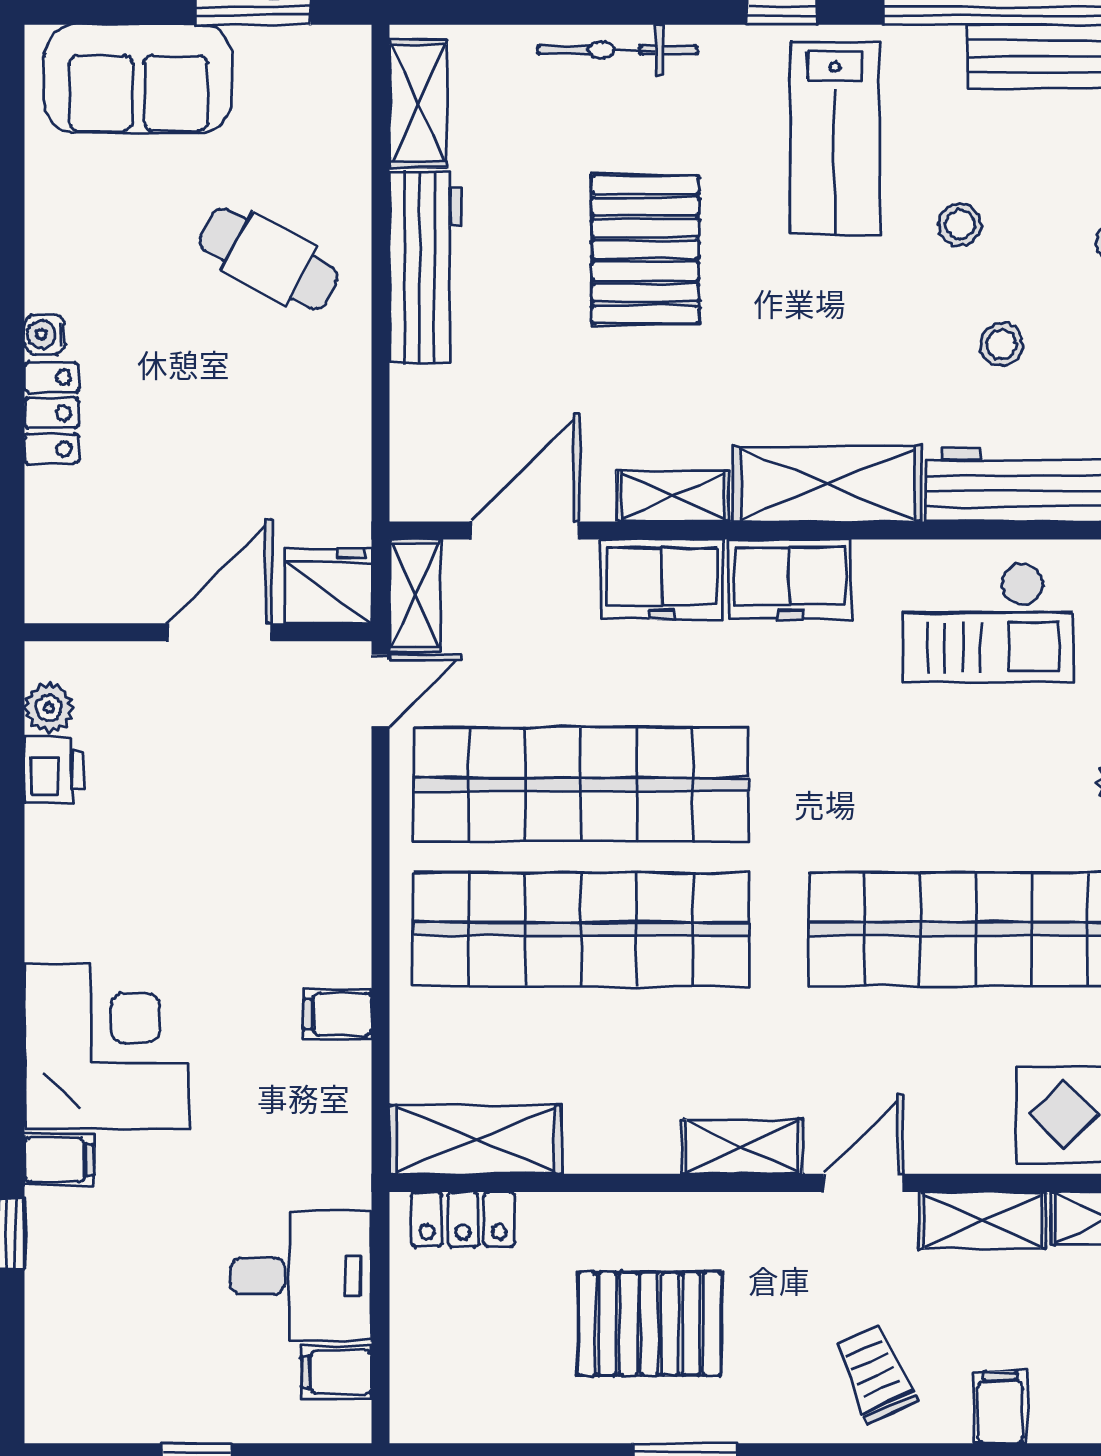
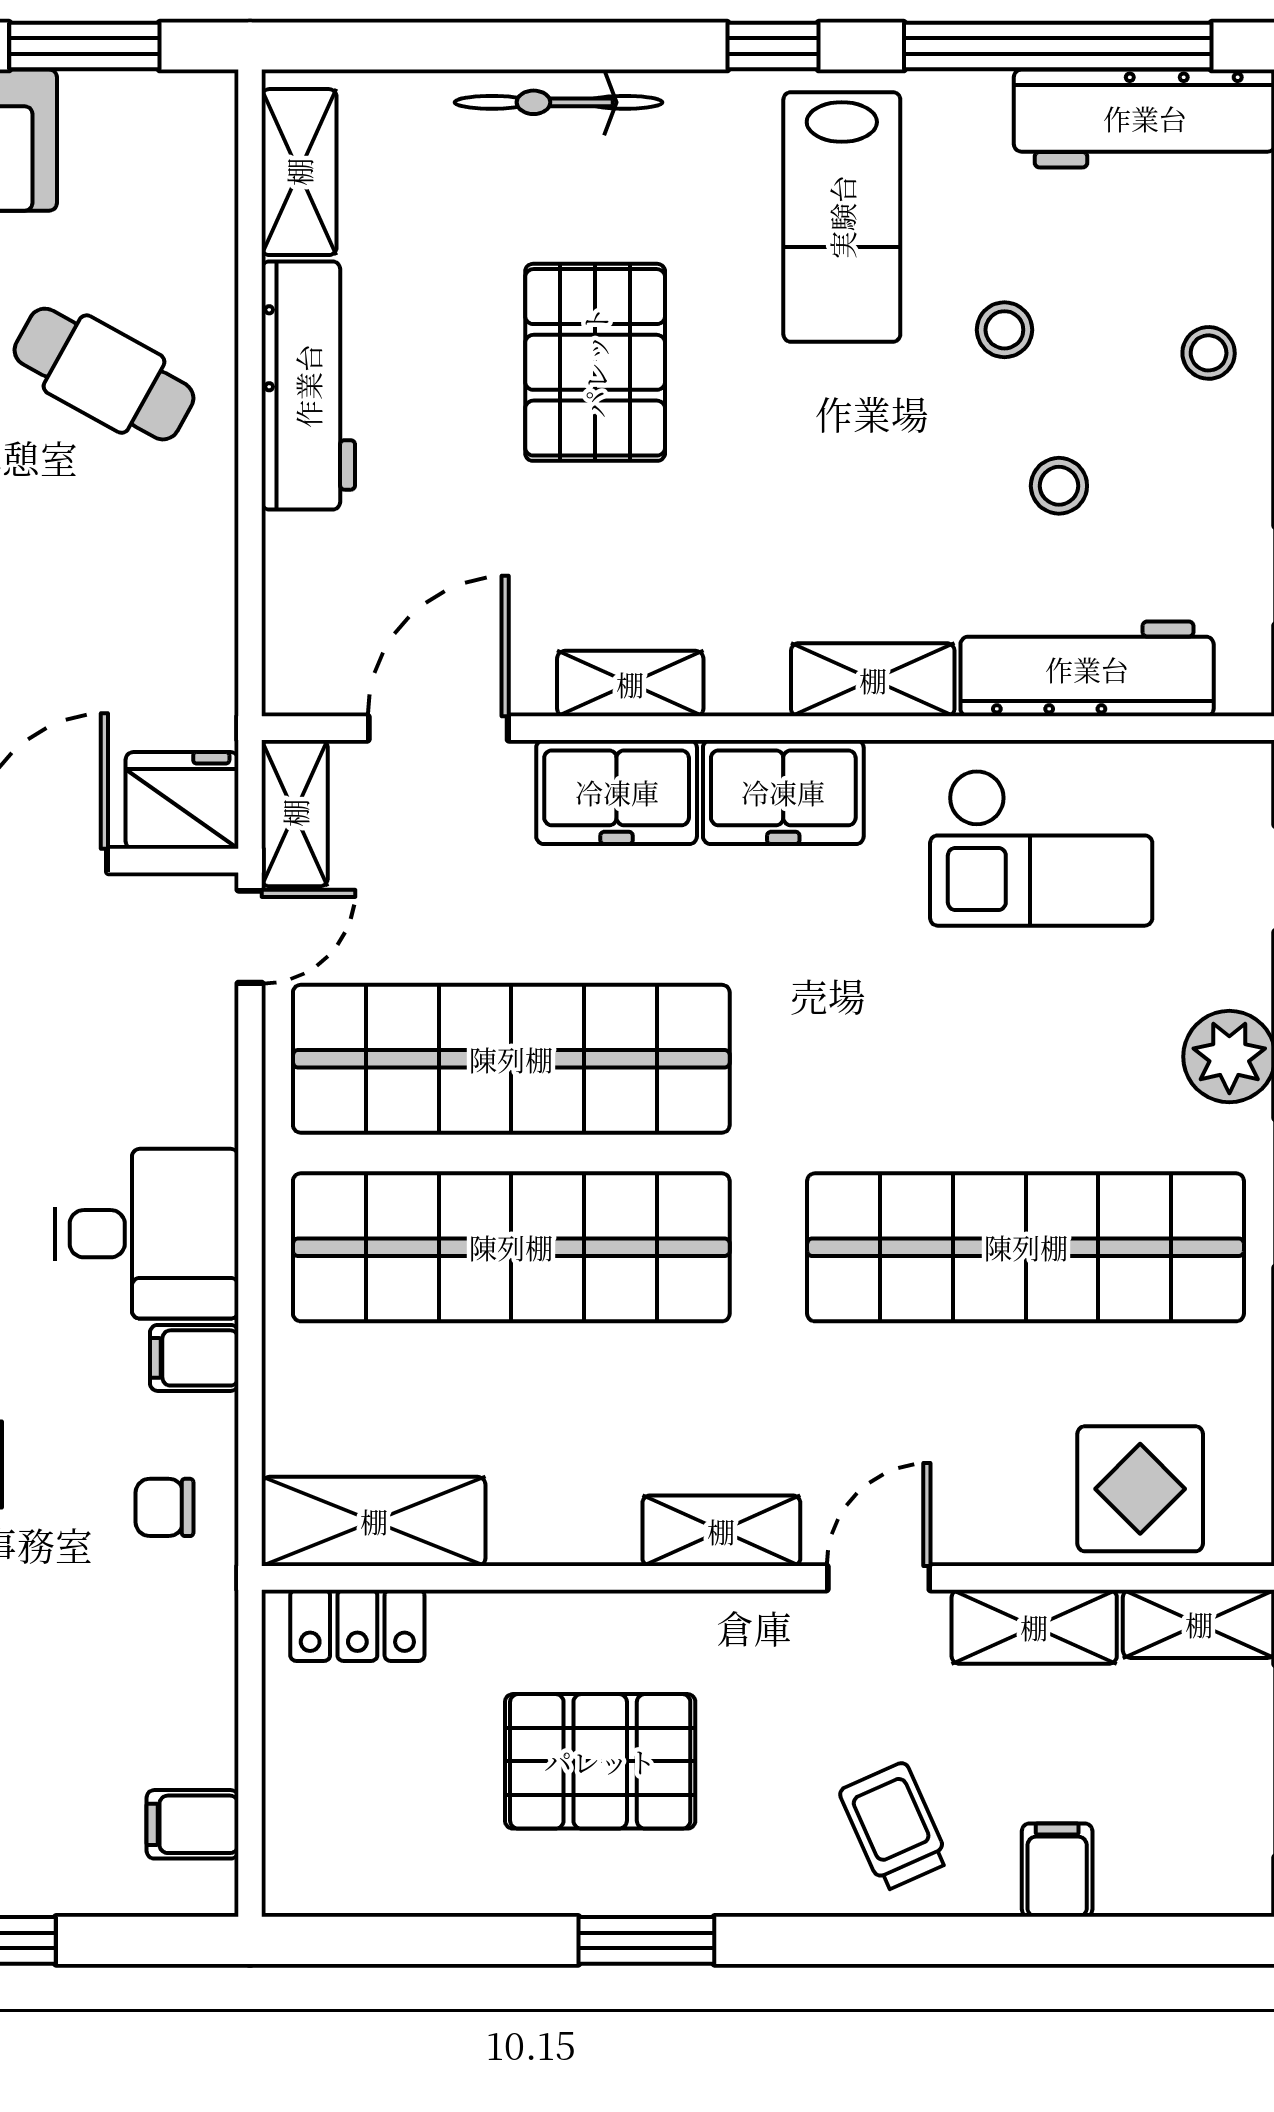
shelving: (827, 484) -> (873, 680), width x0.67, depth x0.75
chair: (315, 1129) -> (164, 1507), added
desk: (301, 1276) -> (147, 1234), moved

